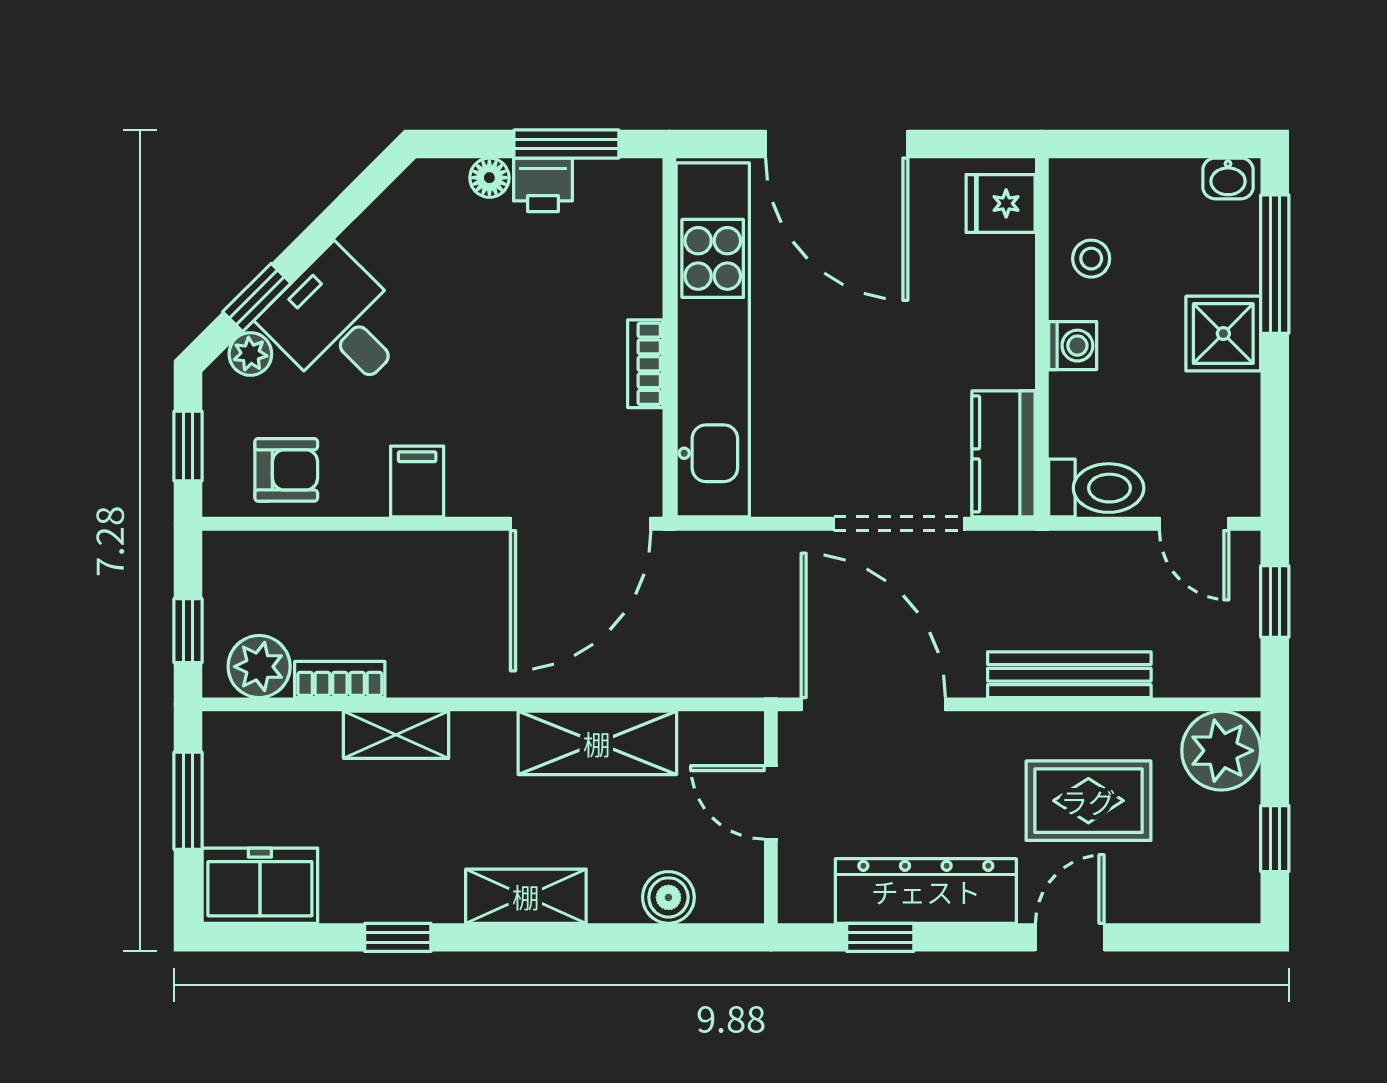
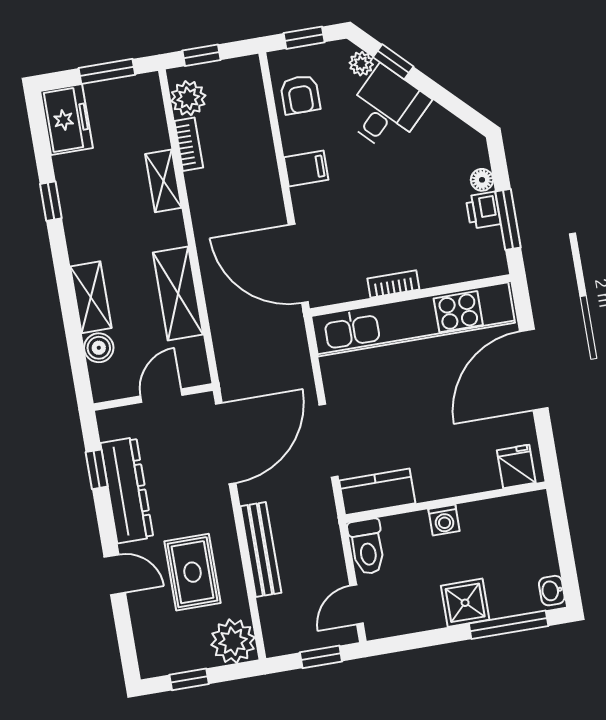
stool: (1091, 259) -> (494, 522), removed
shelving: (526, 896) -> (91, 297), moved

